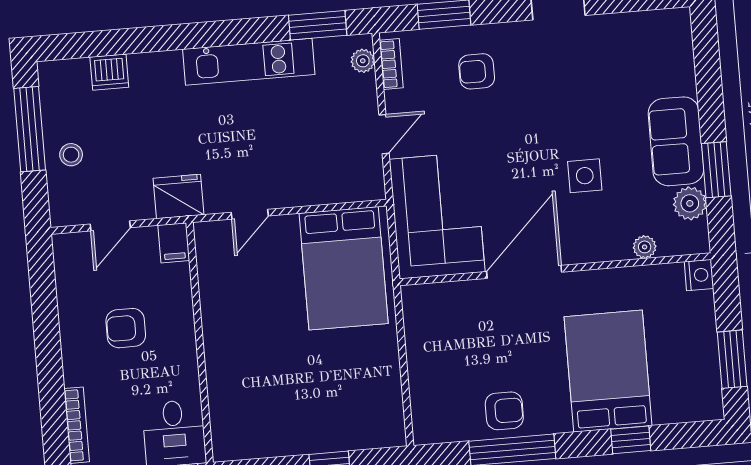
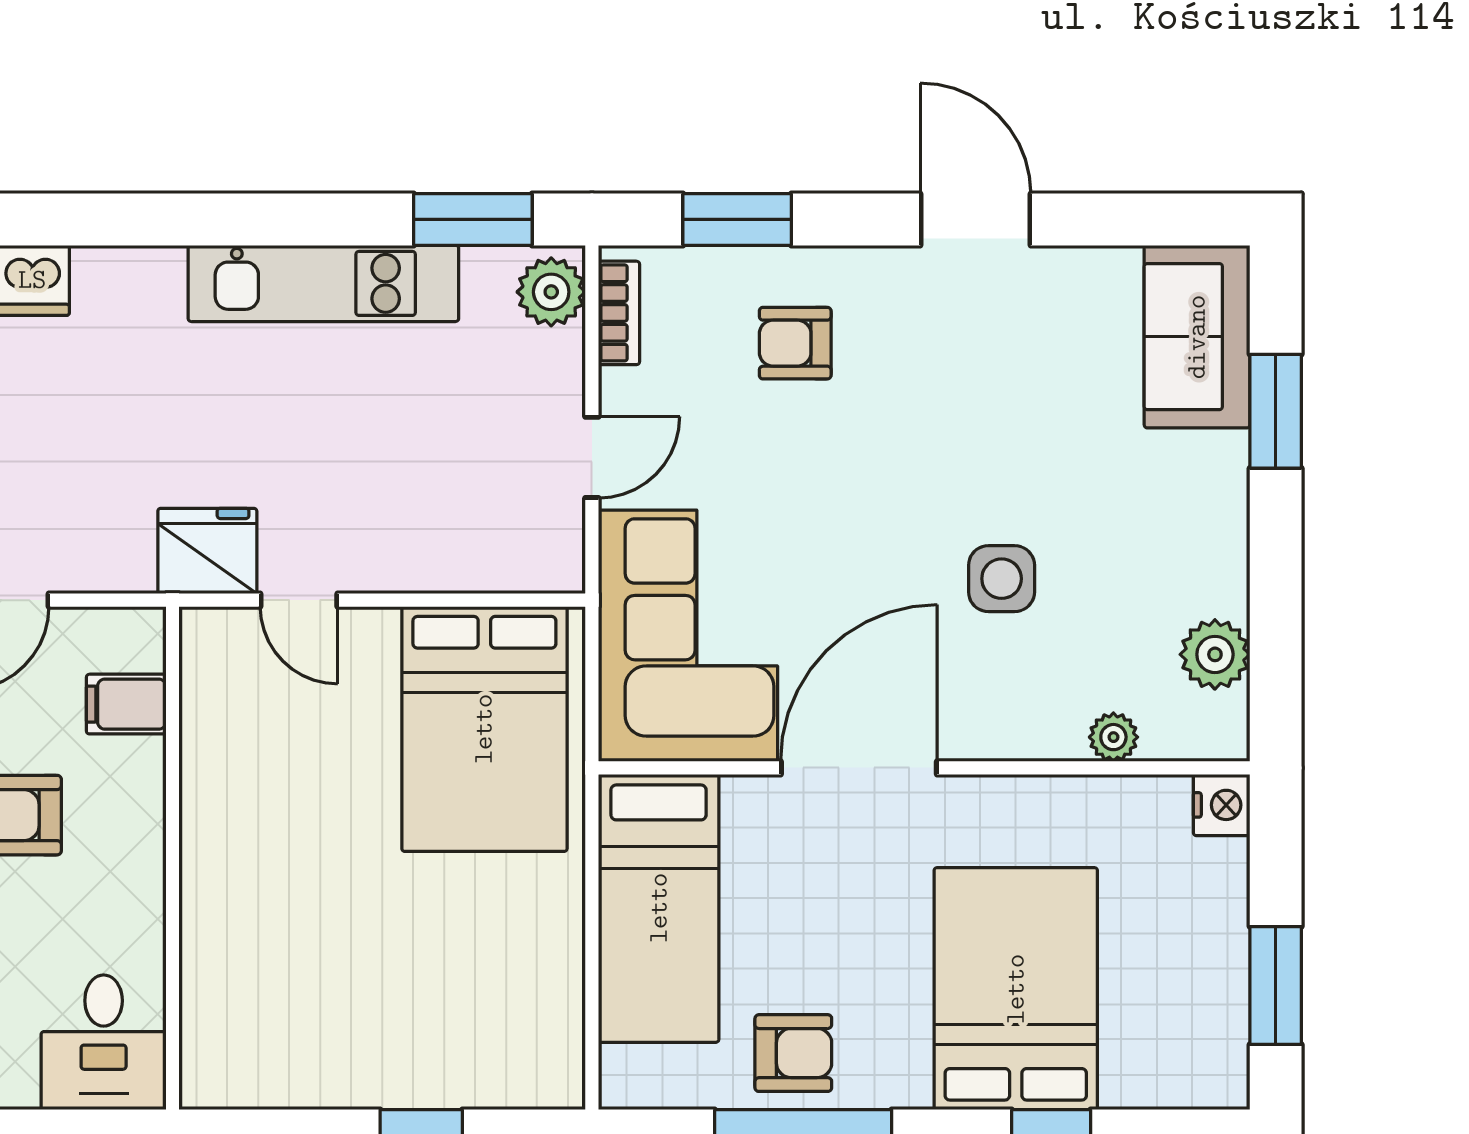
plant: (363, 61) -> (551, 292), width x1.38, depth x1.38
sofa: (676, 141) -> (1197, 337), moved
window: (716, 170) -> (1276, 411), moved
fridge: (178, 196) -> (207, 551), moved
door: (250, 214) -> (299, 600), hinge flipped
filing cabinet: (174, 243) -> (126, 704), moved, turned 90
bed: (434, 347) -> (659, 908), added

